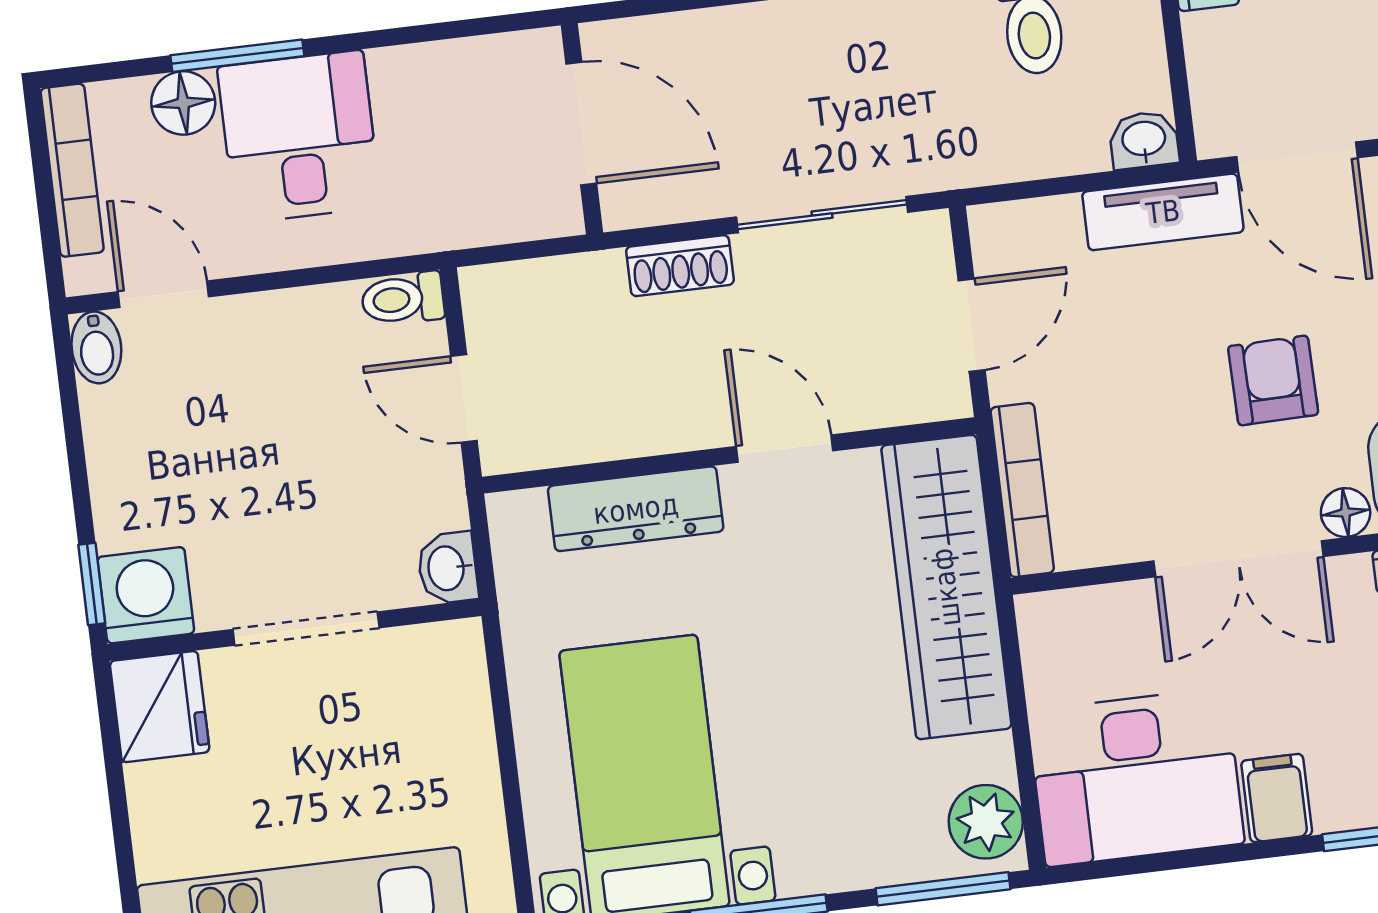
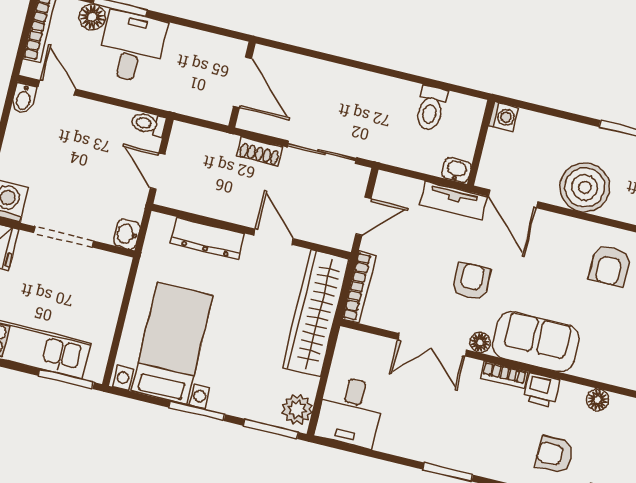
desk: (1136, 777) -> (350, 411), width x0.73
filing cabinet: (1277, 798) -> (412, 442), removed

